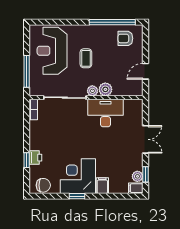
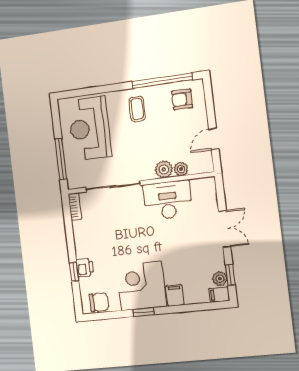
coffee table: (86, 58) -> (137, 109), moved
plant: (92, 91) -> (181, 169), moved

